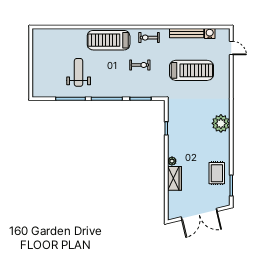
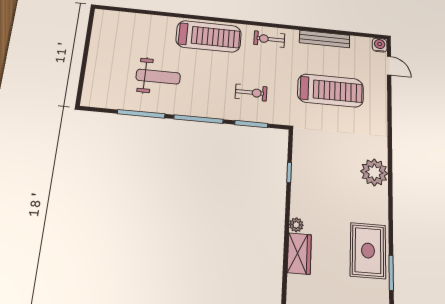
water cooler: (210, 33) -> (380, 45), moved
treadmill: (109, 40) -> (209, 36), turned 180
exercise bike: (140, 65) -> (251, 93), moved
weight bench: (79, 72) -> (158, 77), turned 90
rug: (217, 173) -> (368, 251), width x1.36, depth x1.43

